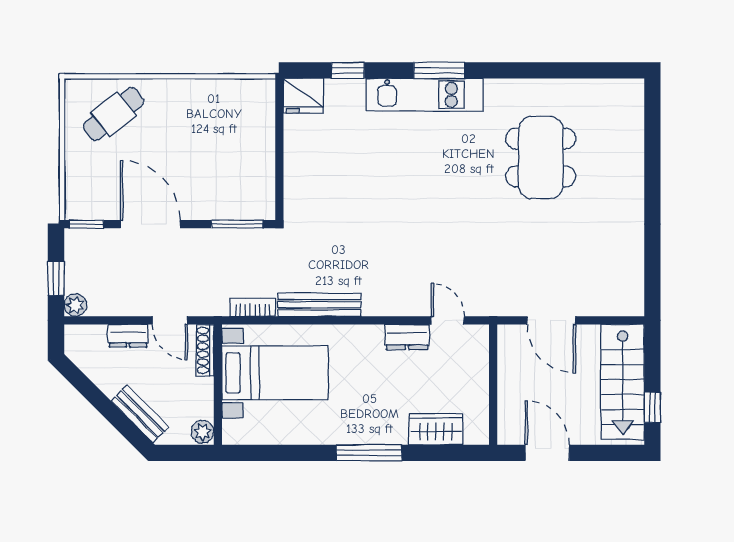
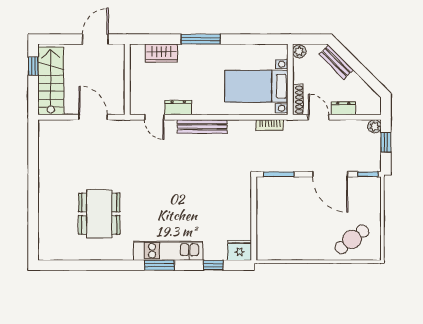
bench: (319, 305) -> (202, 127), moved
door: (547, 453) -> (95, 39), swing flipped

